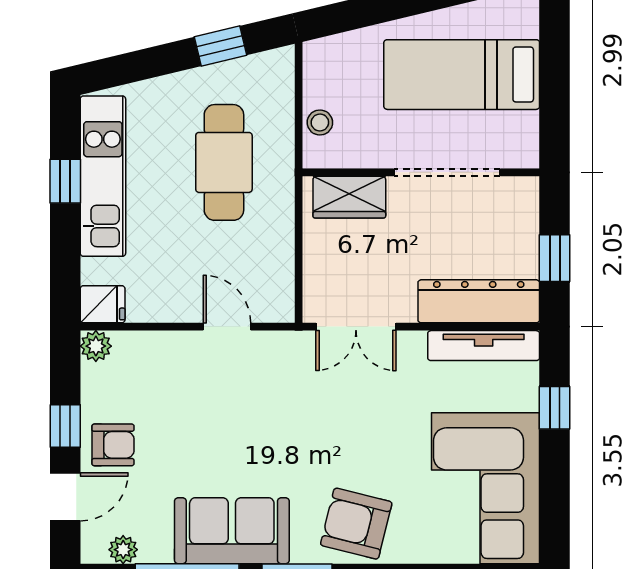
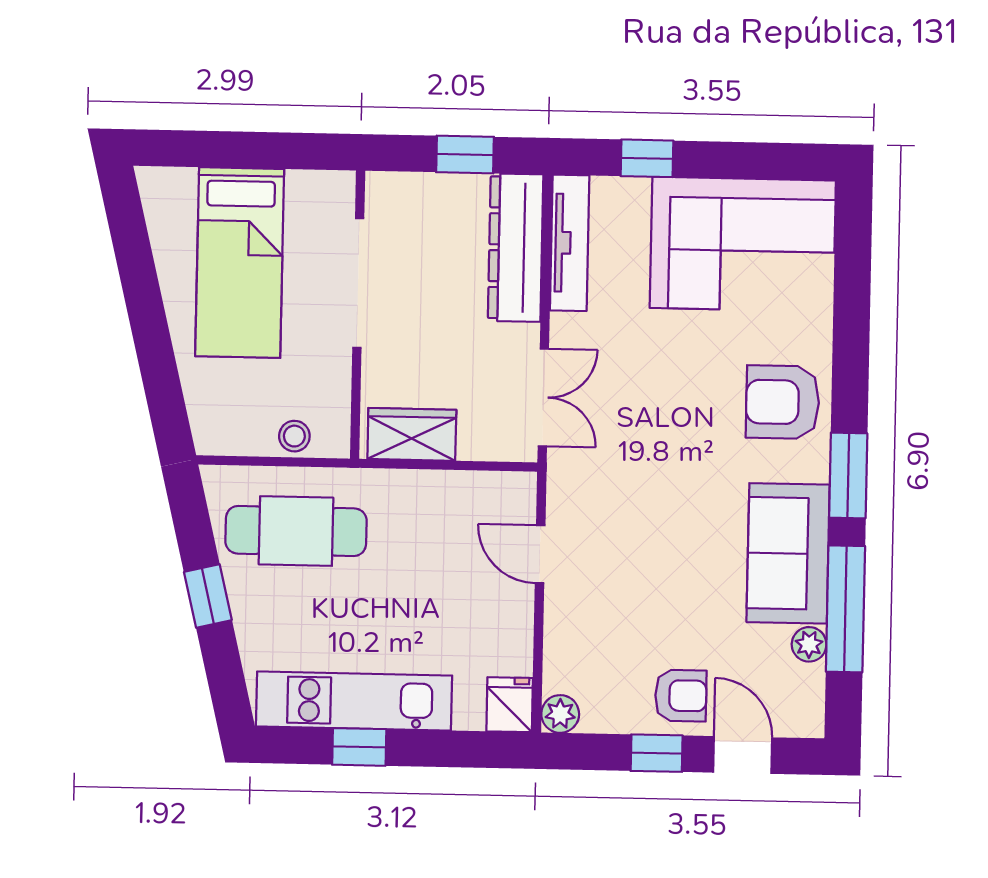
window: (221, 46) -> (208, 596), moved
cafe table: (224, 162) -> (296, 531), moved
wardrobe: (349, 197) -> (412, 434), moved, turned -90
door: (227, 327) -> (540, 554), hinge flipped
armchair: (113, 445) -> (681, 696), turned 90
armchair: (356, 524) -> (783, 402), turned 76
plant: (123, 550) -> (809, 644), moved

